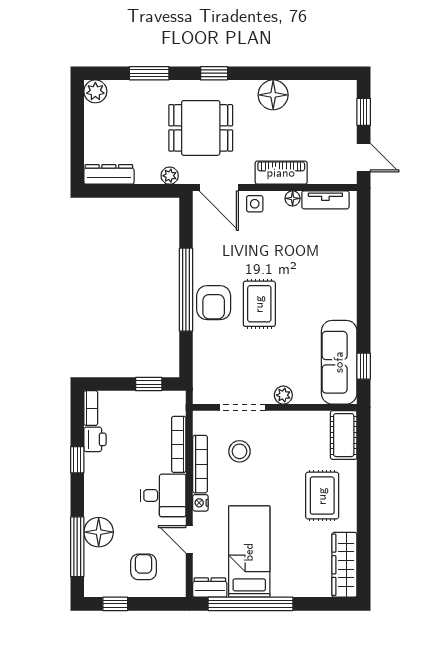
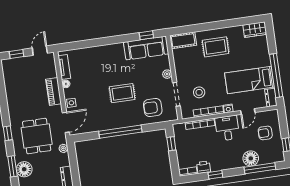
floor lamp: (273, 95) -> (24, 169), moved
armchair: (214, 303) -> (153, 108), moved, turned 180
wardrobe: (344, 565) -> (255, 30), width x0.67

